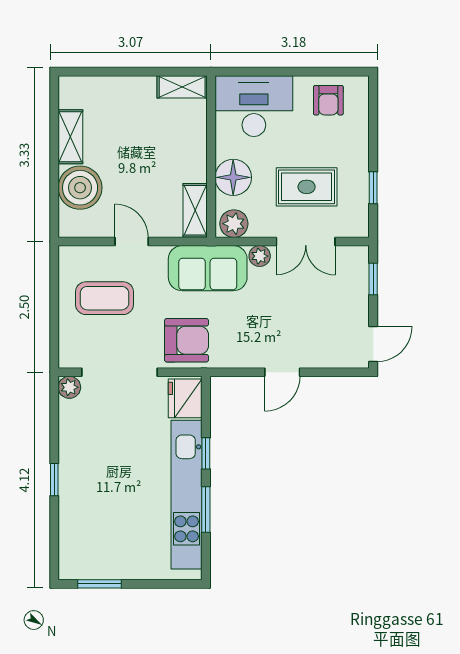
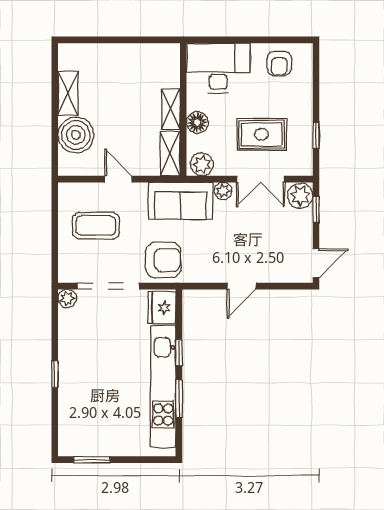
shelving: (182, 87) -> (171, 109), moved, turned 90
floor lamp: (233, 177) -> (197, 123), width x0.73, depth x0.73
plant: (354, 262) -> (300, 196), added

